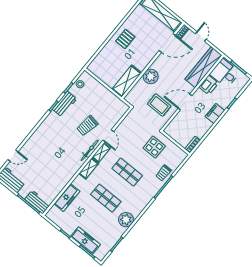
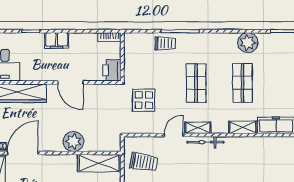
door: (167, 43) -> (23, 153), hinge flipped
printer: (209, 85) -> (112, 70), moved, turned -90
rug: (159, 105) -> (96, 107), removed
trolley: (87, 126) -> (144, 162), moved
display table: (154, 147) -> (144, 100), moved
shelving: (89, 168) -> (243, 127), moved

